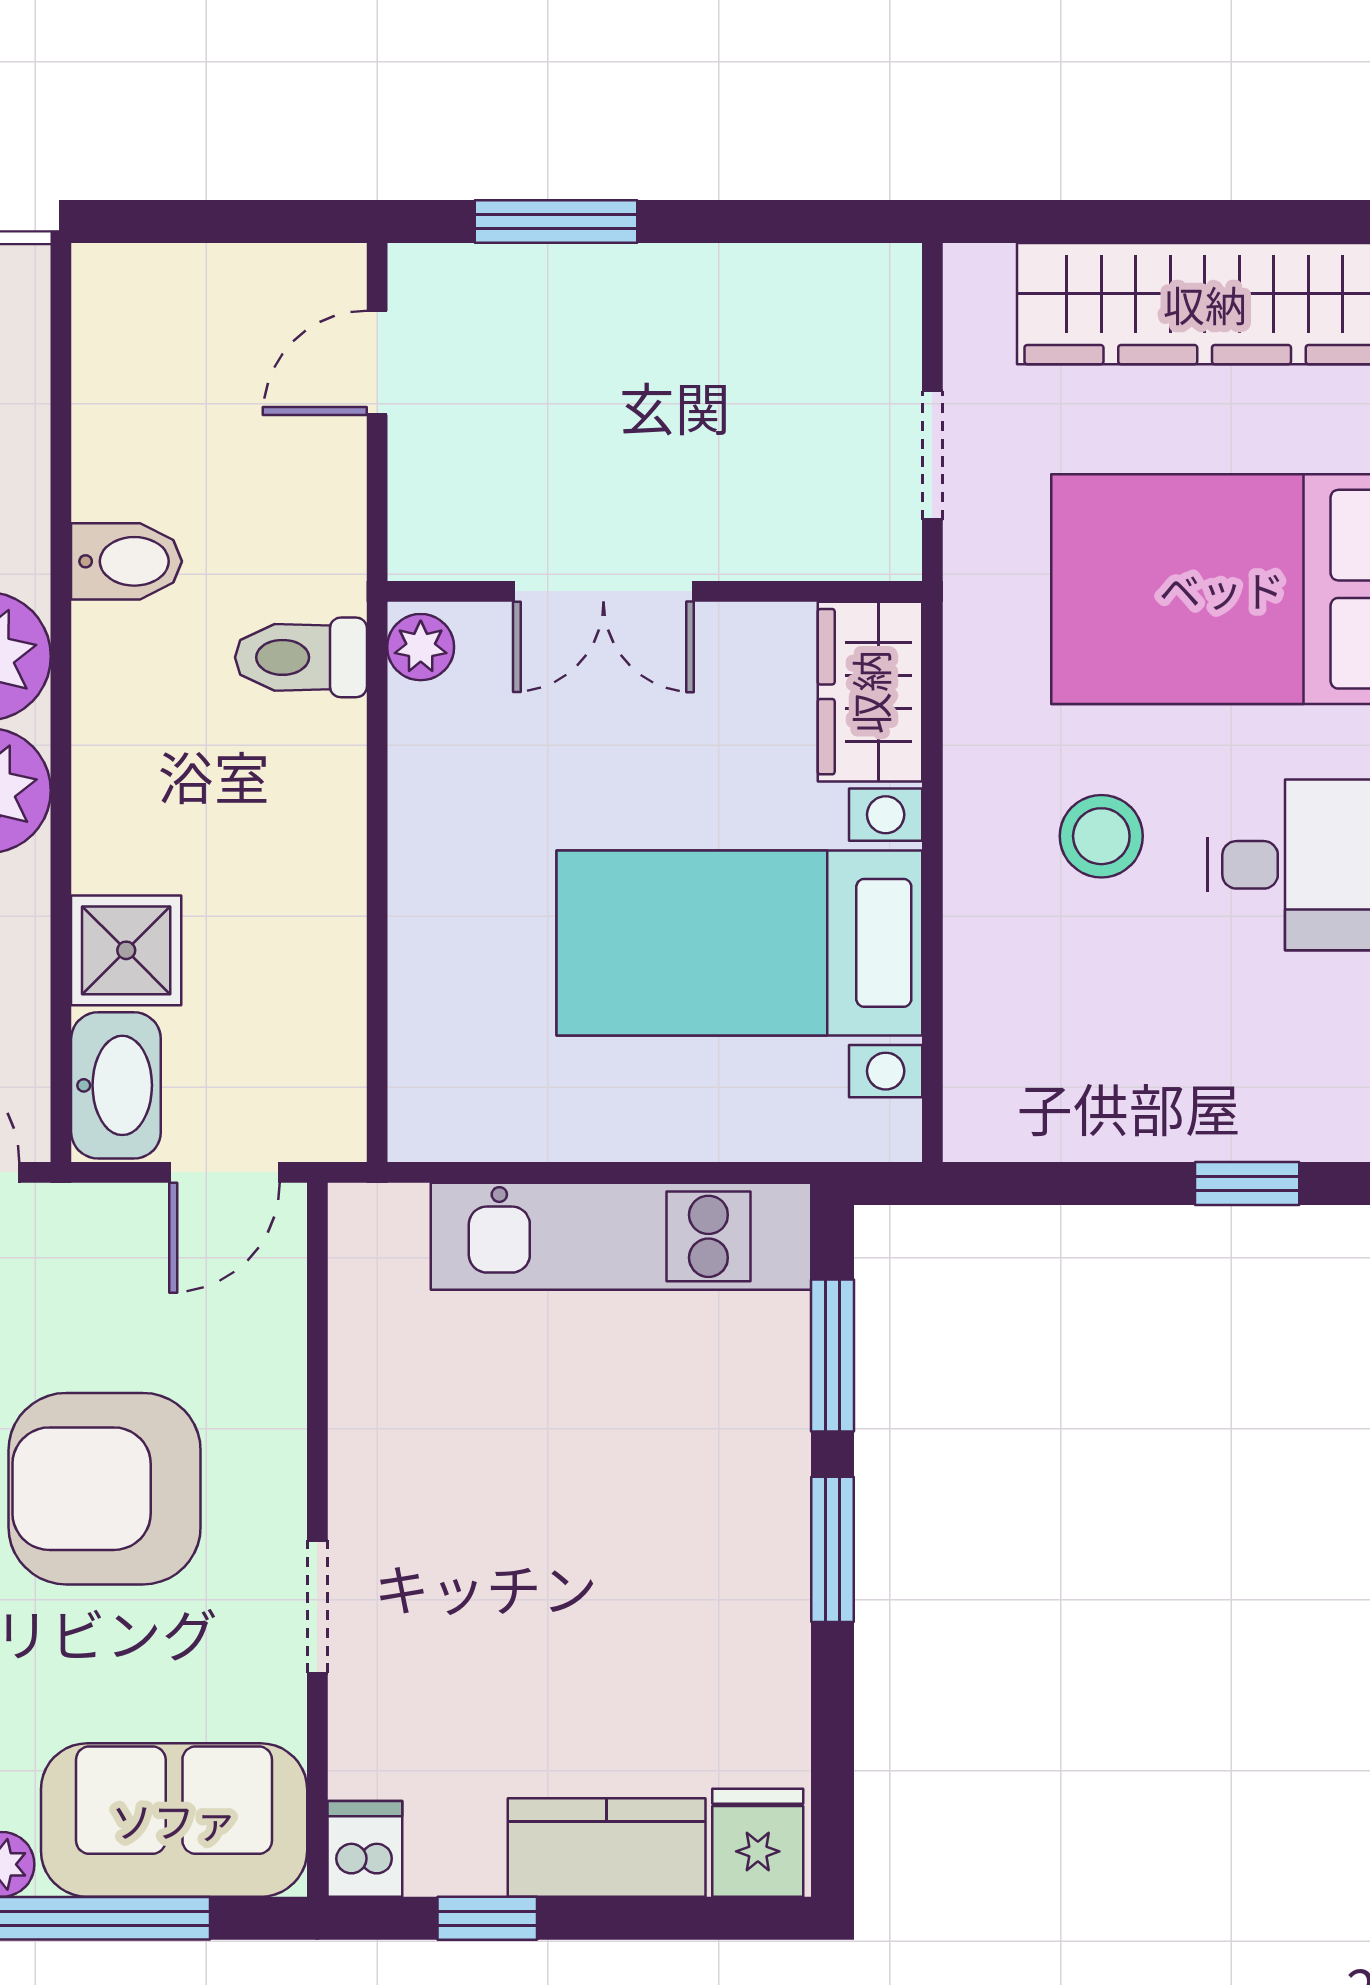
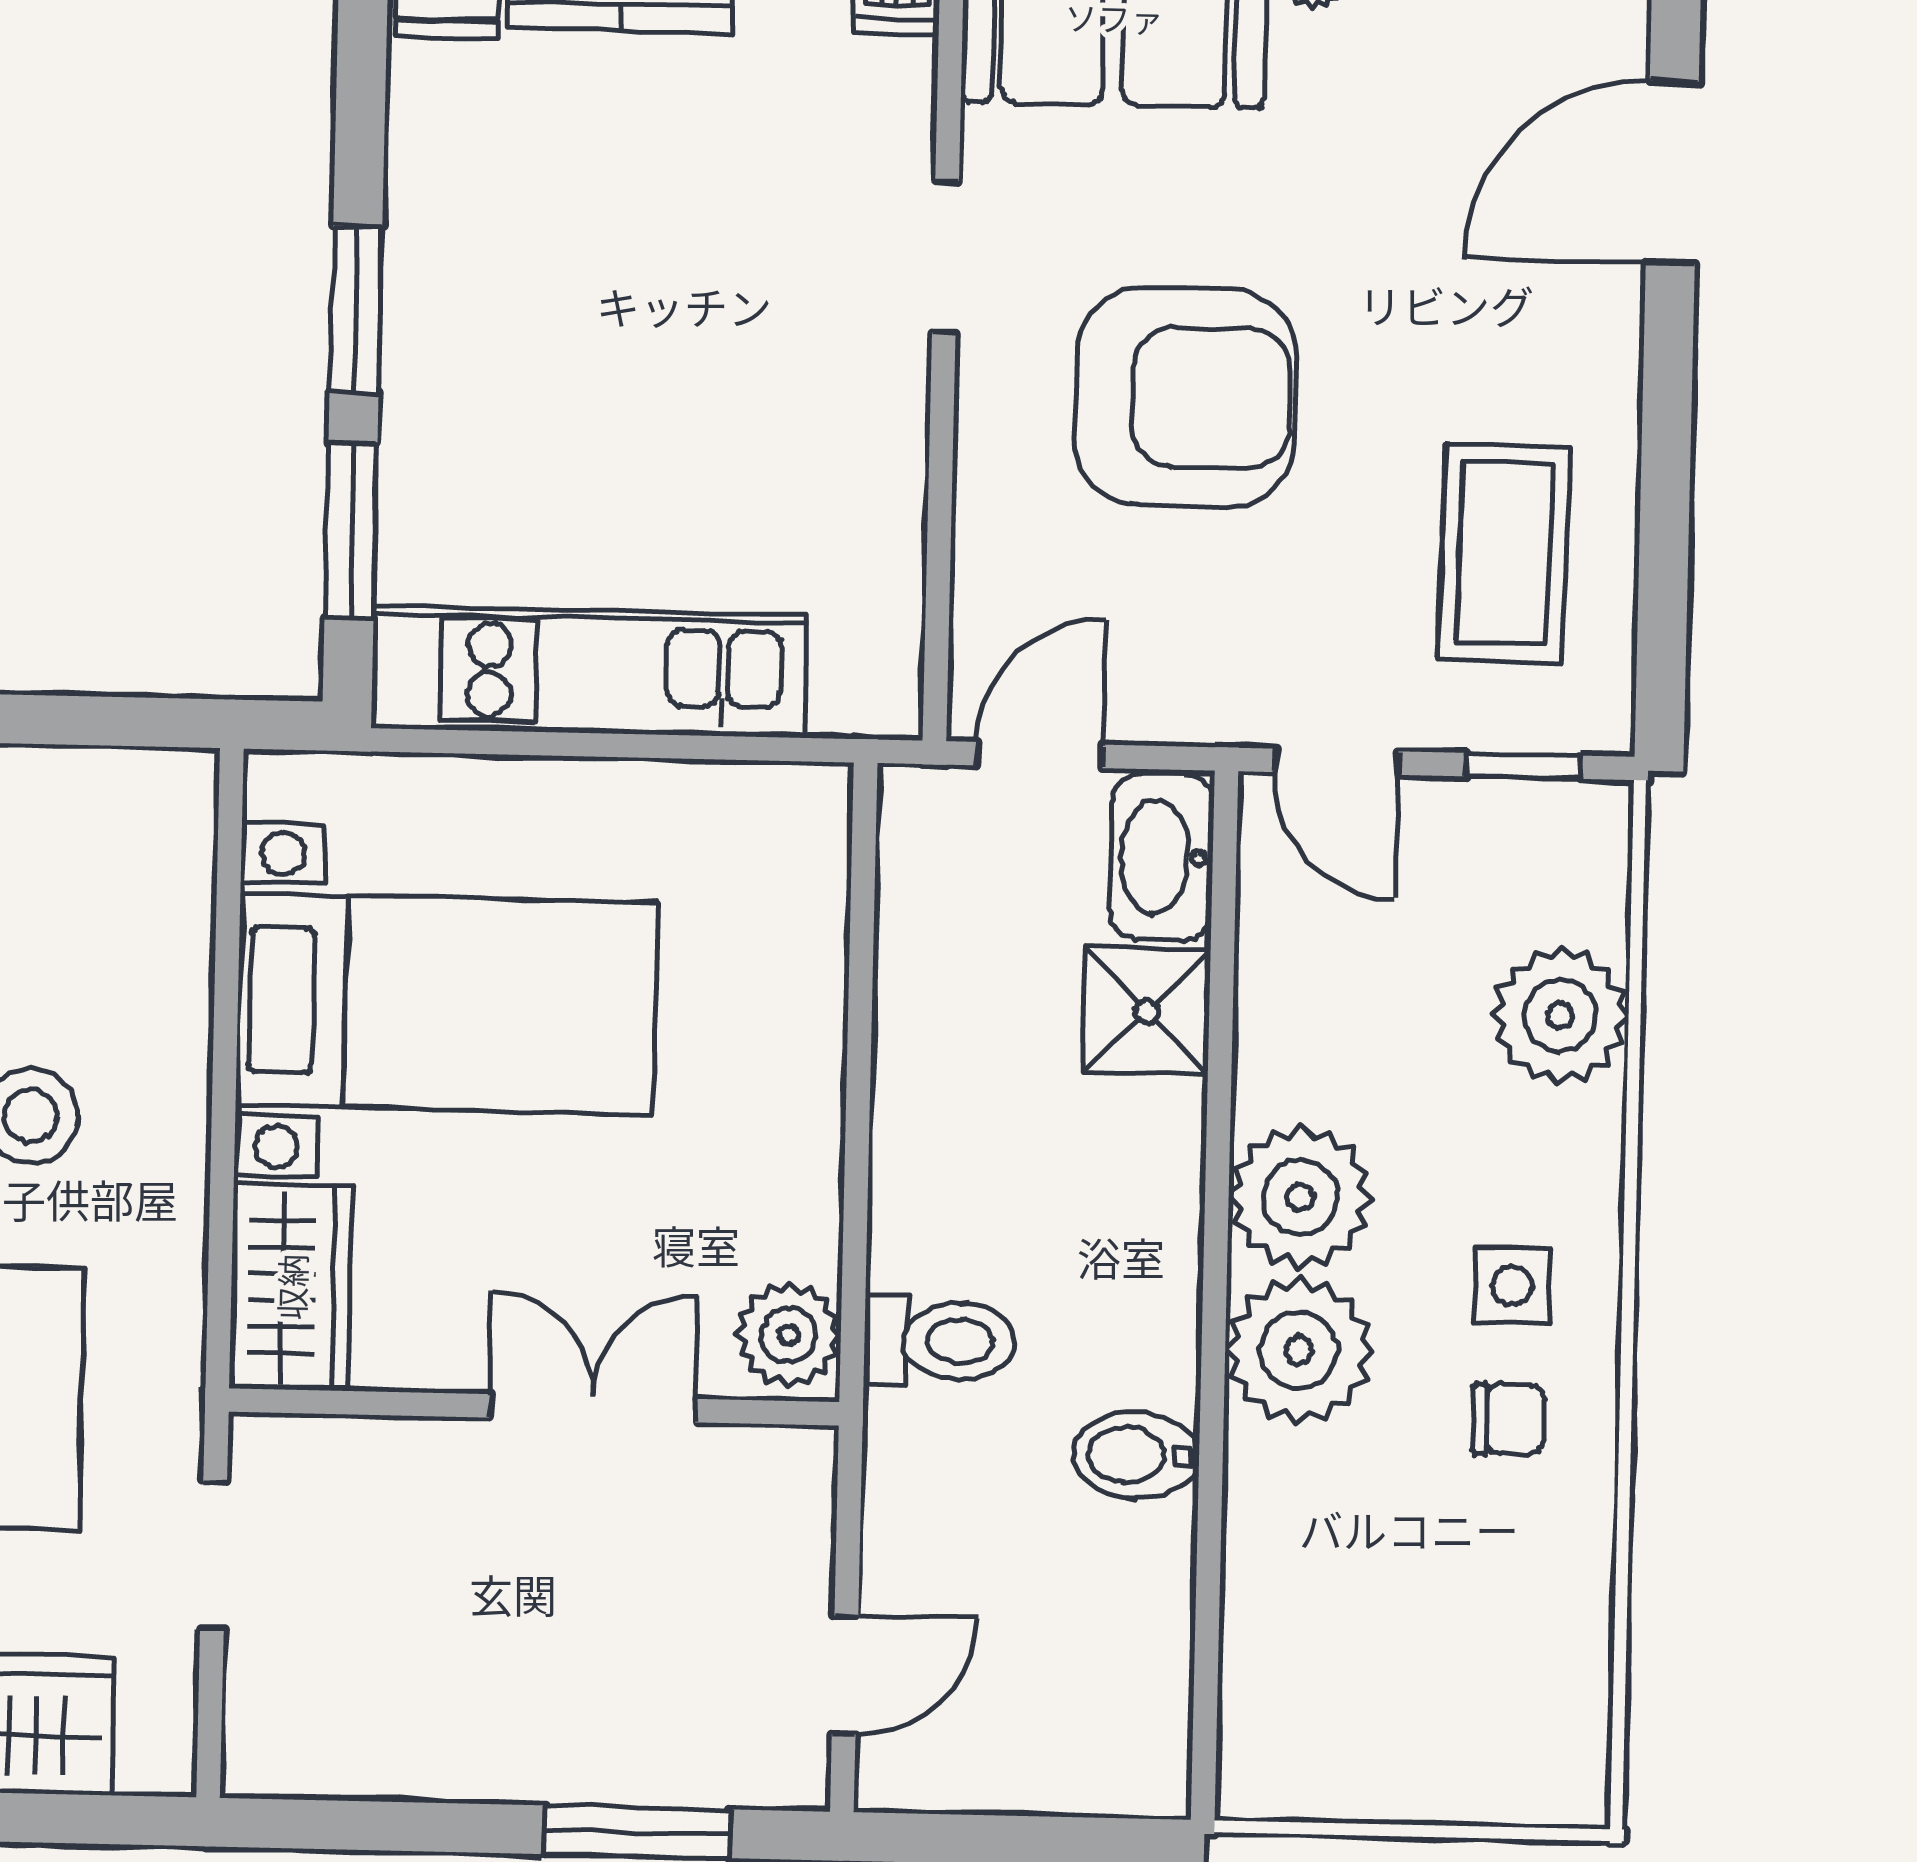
plant: (421, 647) -> (789, 1335), width x1.38, depth x1.38

